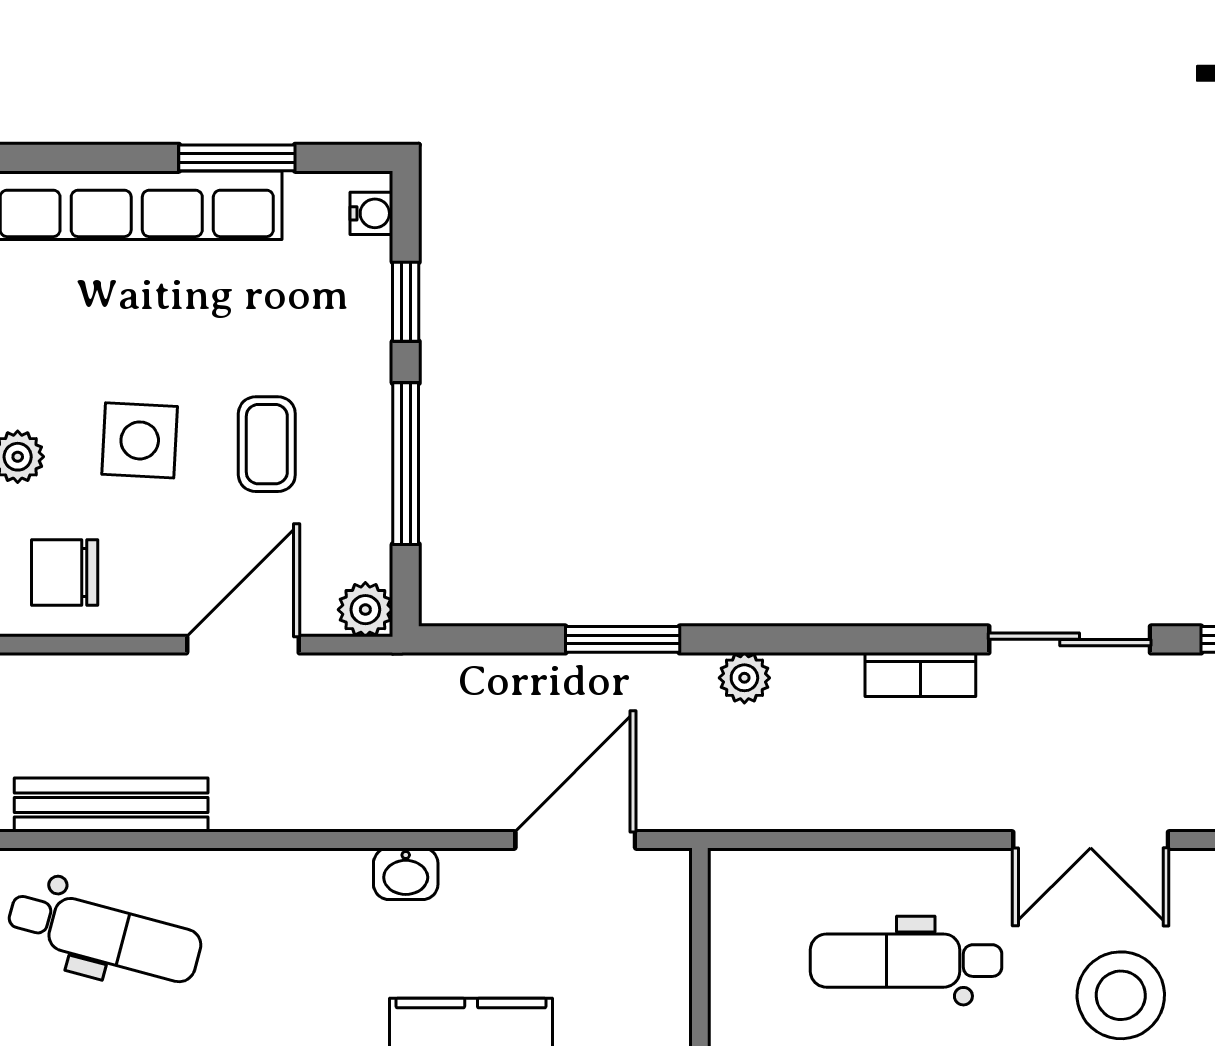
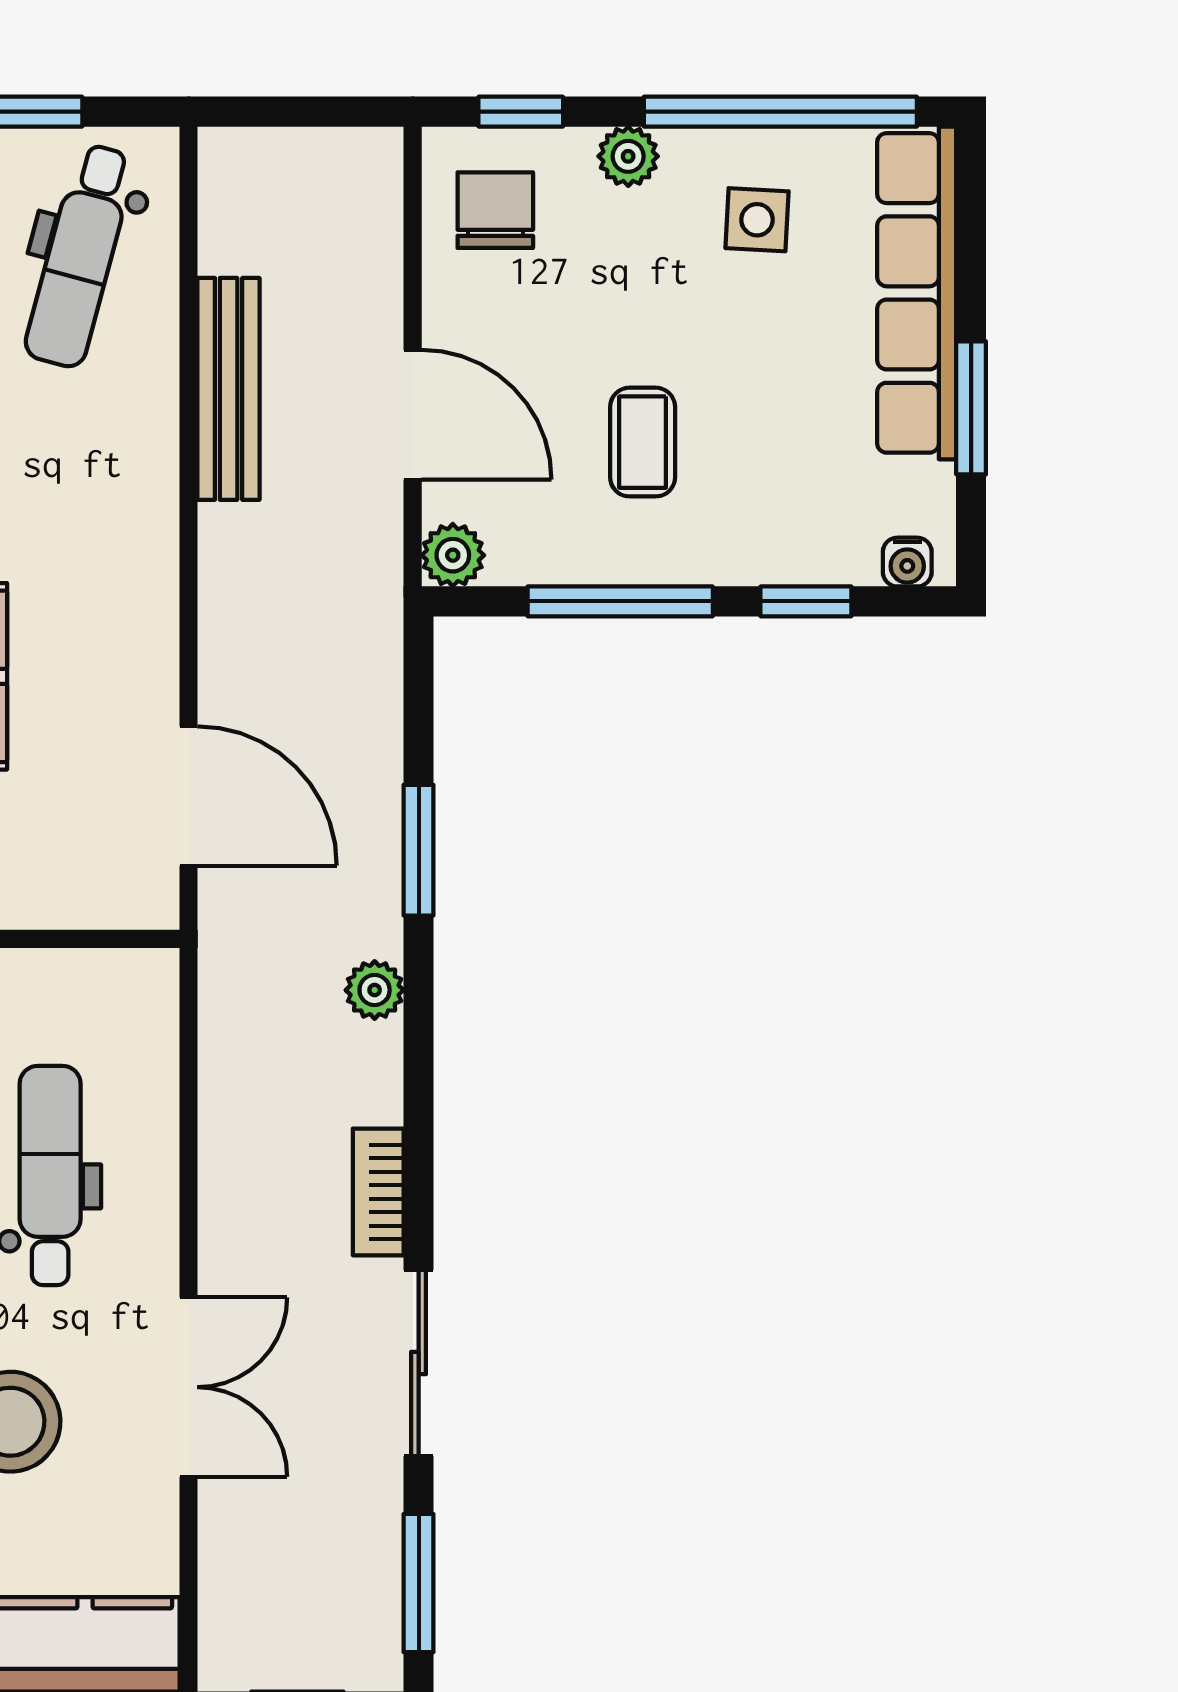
side table: (140, 440) -> (757, 220), moved, width x0.73, depth x0.73
coffee table: (267, 444) -> (643, 442), turned 90
bench: (111, 805) -> (229, 389), moved
double door: (1091, 840) -> (189, 1387), swing flipped
washbasin: (406, 874) -> (150, 601), removed

